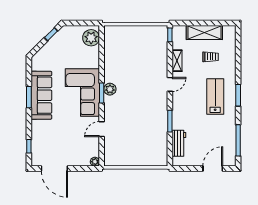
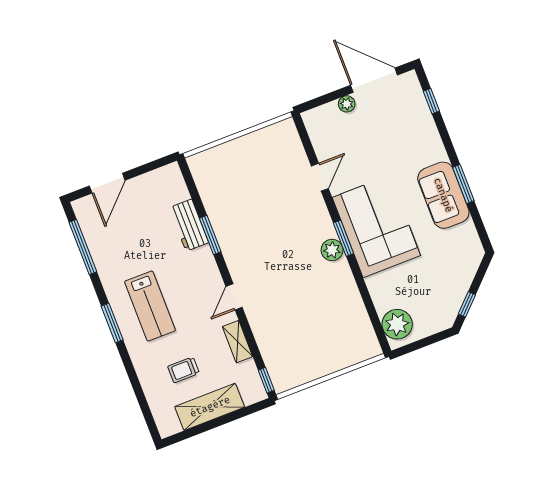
sofa: (41, 95) -> (443, 195), width x0.73
workbench: (179, 143) -> (189, 225), moved
plant: (95, 162) -> (347, 104), moved

